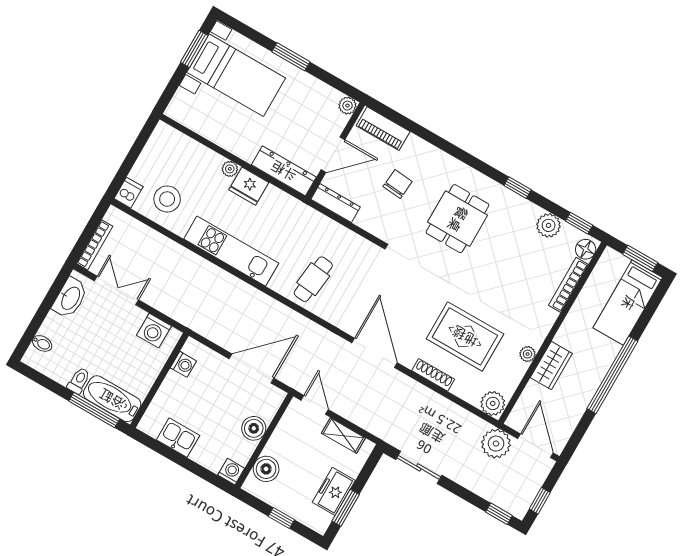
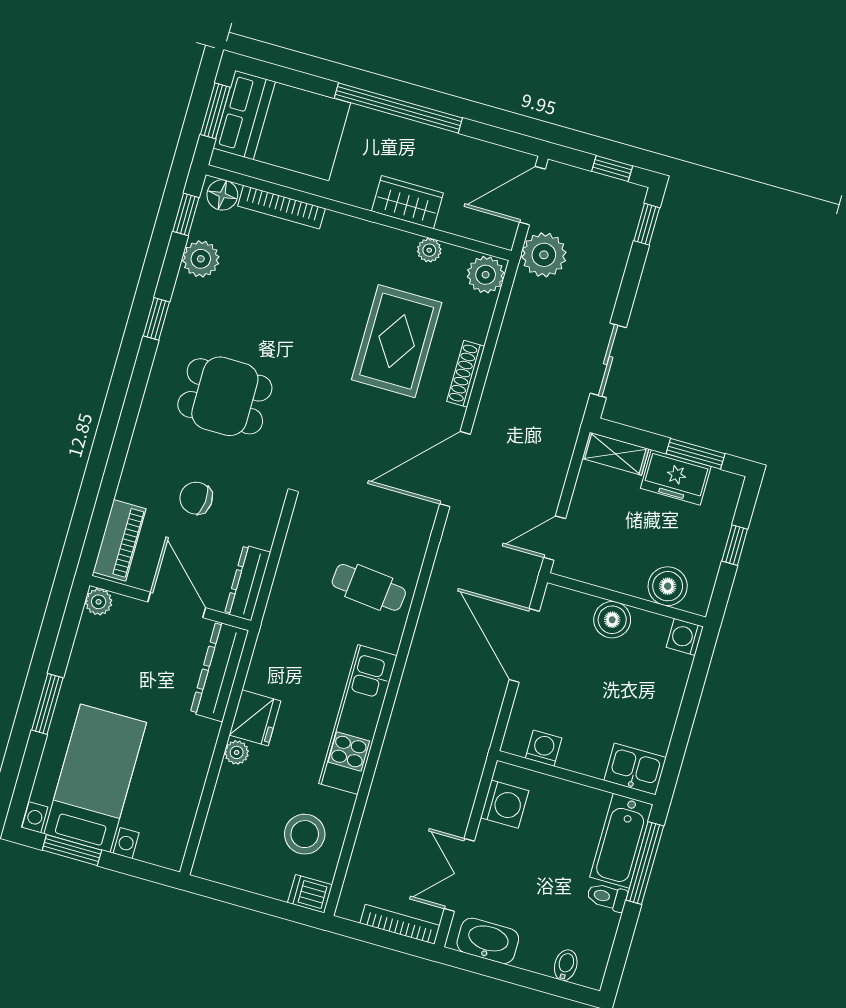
bed: (628, 303) -> (282, 126), width x1.50
plant: (528, 354) -> (429, 250), moved
shelving: (343, 436) -> (615, 454), moved, turned 90
kitchen sink: (178, 438) -> (635, 769), moved, turned 90

